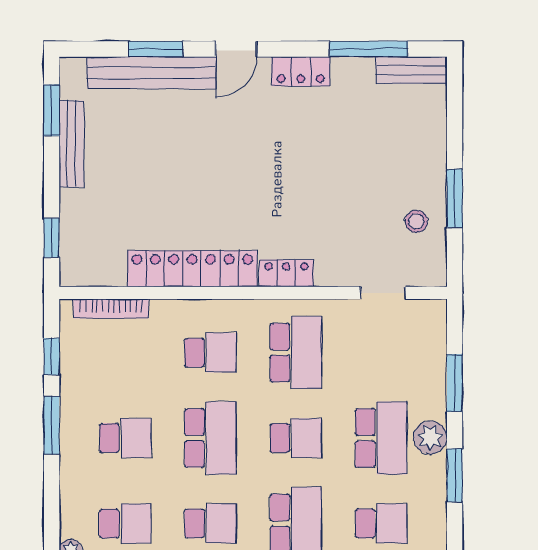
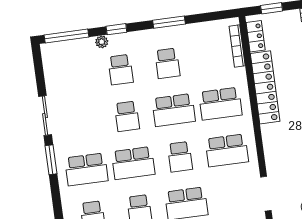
locker: (286, 273) -> (256, 36), moved
doorway: (383, 293) -> (266, 194), width x1.38
school desk: (210, 353) -> (220, 104), width x1.85
window: (52, 356) -> (116, 29), moved

